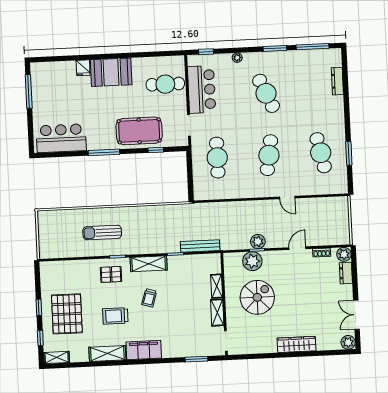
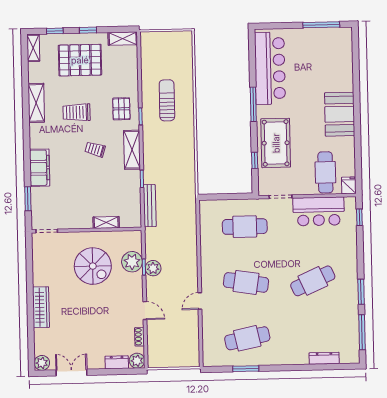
plant: (237, 58) -> (352, 251), removed
fridge: (83, 68) -> (349, 185), moved, turned 90
bar counter: (61, 138) -> (270, 68), width x1.36
shelving: (217, 313) -> (123, 39), moved
trolley: (115, 316) -> (77, 112), turned -90
filing cabinet: (144, 350) -> (40, 168), moved

